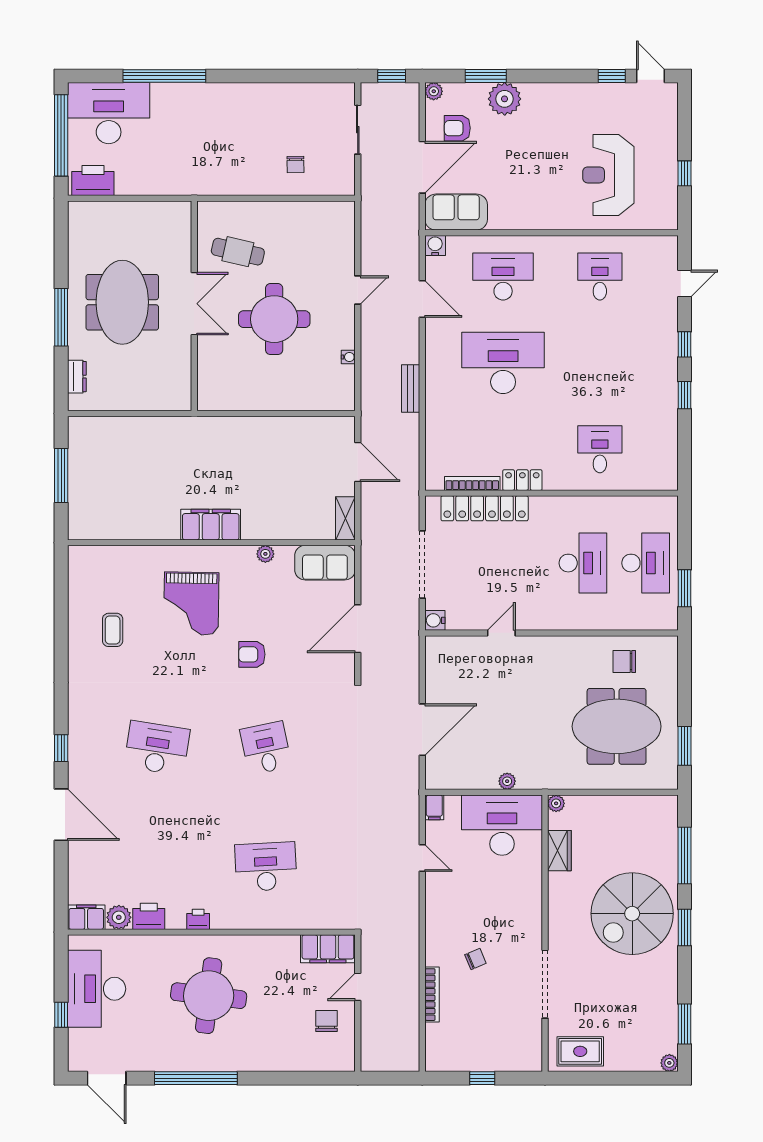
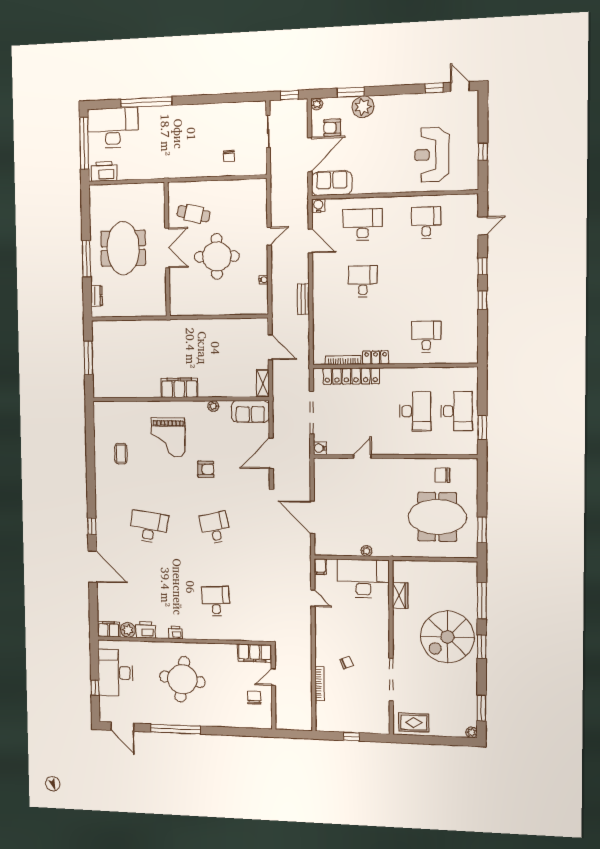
desk: (503, 363) -> (363, 281), width x0.53, depth x0.77
armchair: (252, 654) -> (206, 469), turned 180
door: (422, 730) -> (312, 517), swing flipped
plant: (556, 803) -> (398, 566), removed
desk: (266, 867) -> (216, 601), width x0.73

